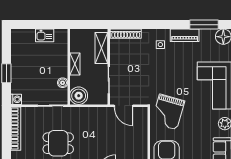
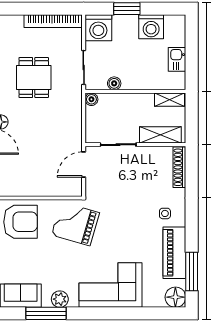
piano: (185, 35) -> (174, 253), width x1.37, depth x1.33
washing machine: (20, 55) -> (151, 27), added
shelving: (75, 64) -> (169, 100), moved
boiler: (79, 96) -> (91, 99), width x0.54, depth x0.54
washing machine: (16, 99) -> (98, 28), width x1.89, depth x1.89

